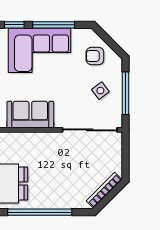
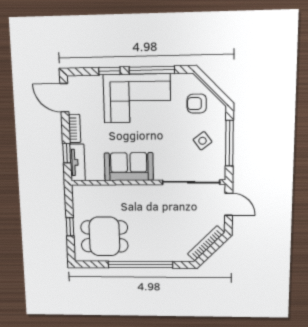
door: (126, 151) -> (229, 204), added

